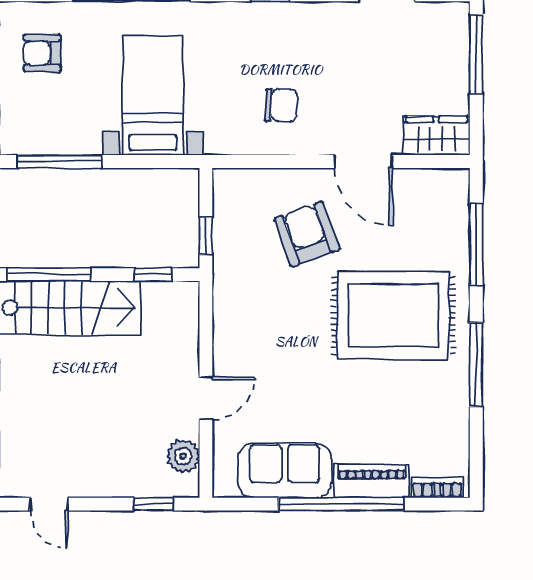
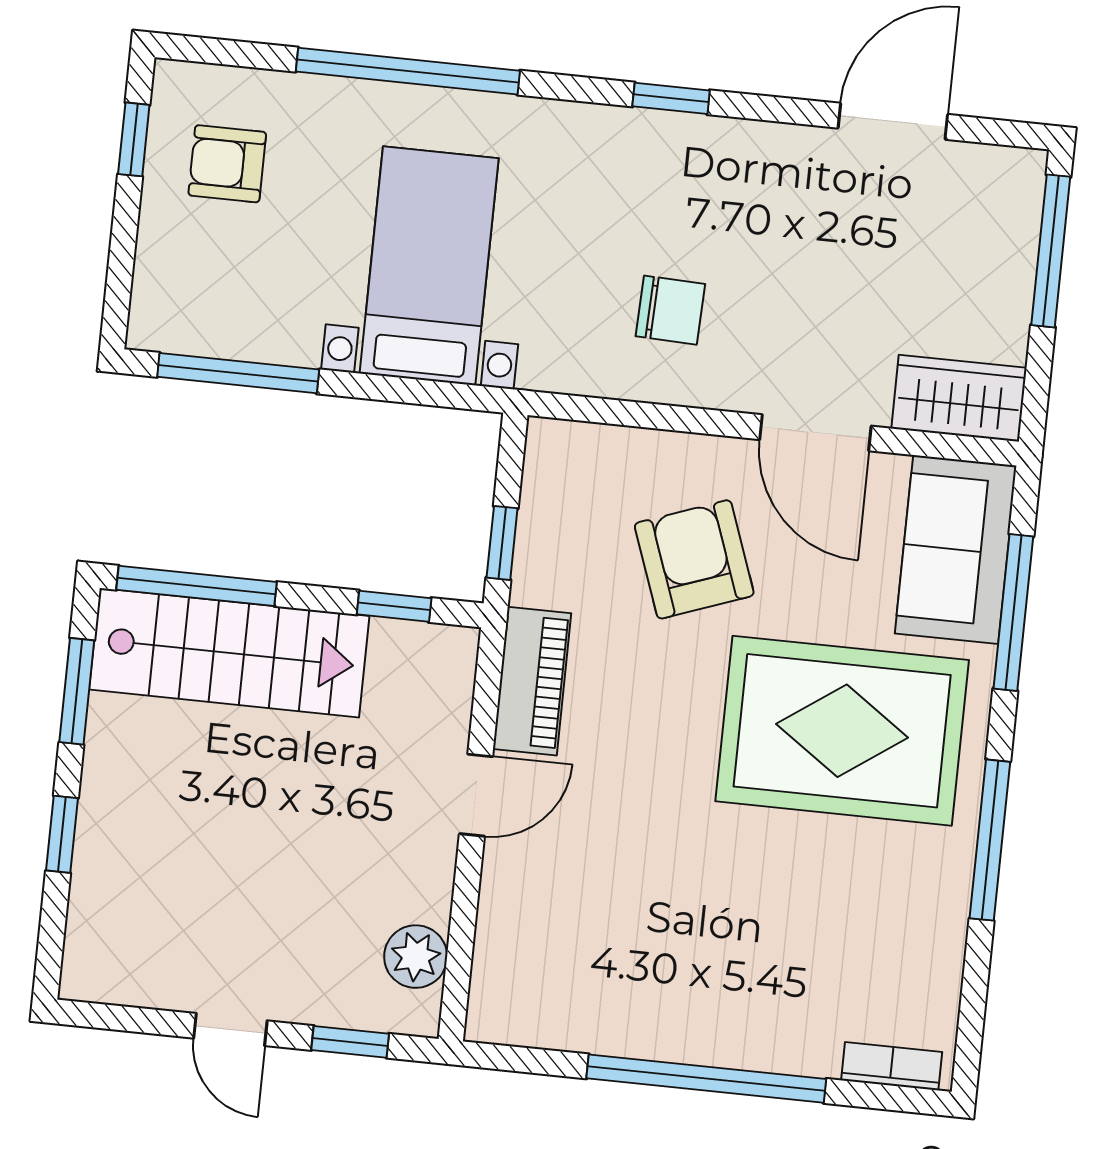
door: (206, 398) -> (476, 795), moved
sofa: (285, 471) -> (956, 550), moved, turned -90
piano: (372, 481) -> (532, 681), moved, turned 90
door: (49, 504) -> (230, 1029), moved

